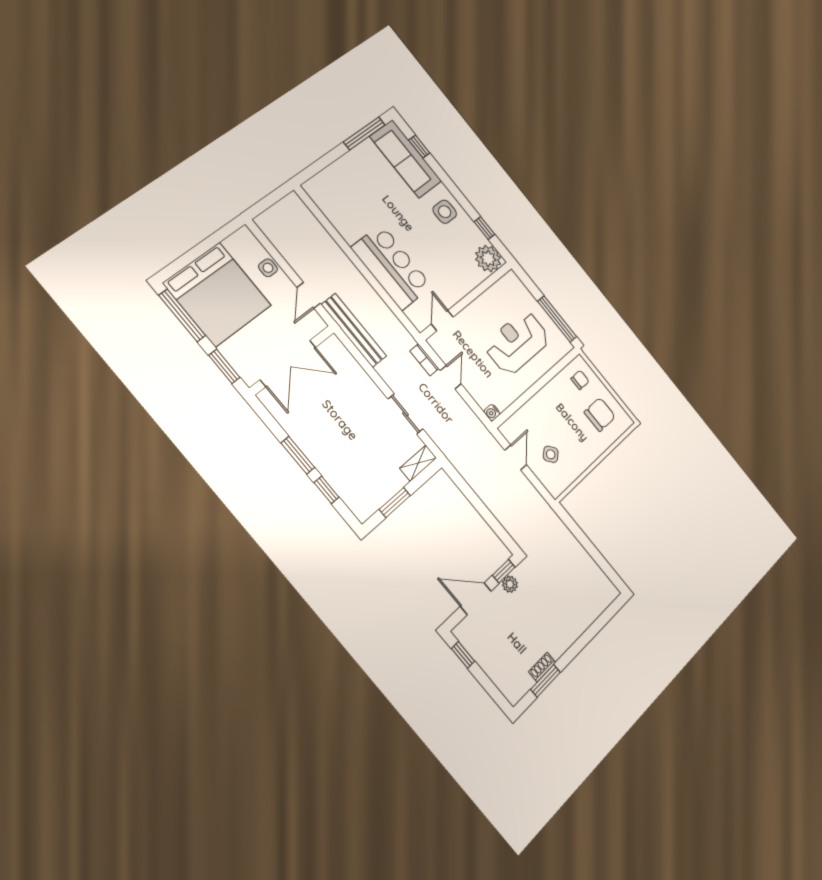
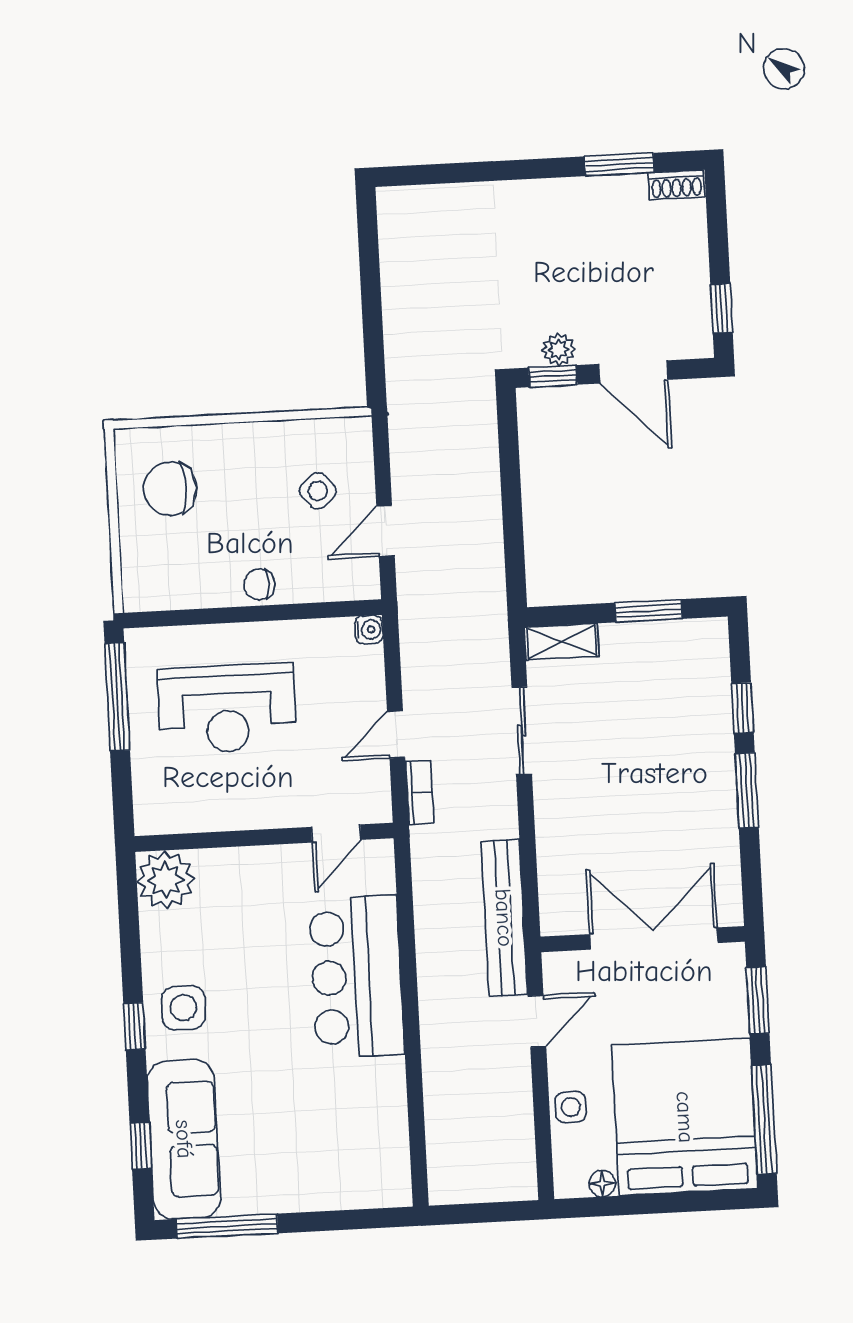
window: (484, 228) -> (134, 1026), moved
floor lamp: (230, 243) -> (602, 1184), added
chair: (580, 380) -> (259, 584), moved
shoe rack: (542, 667) -> (676, 185), moved

